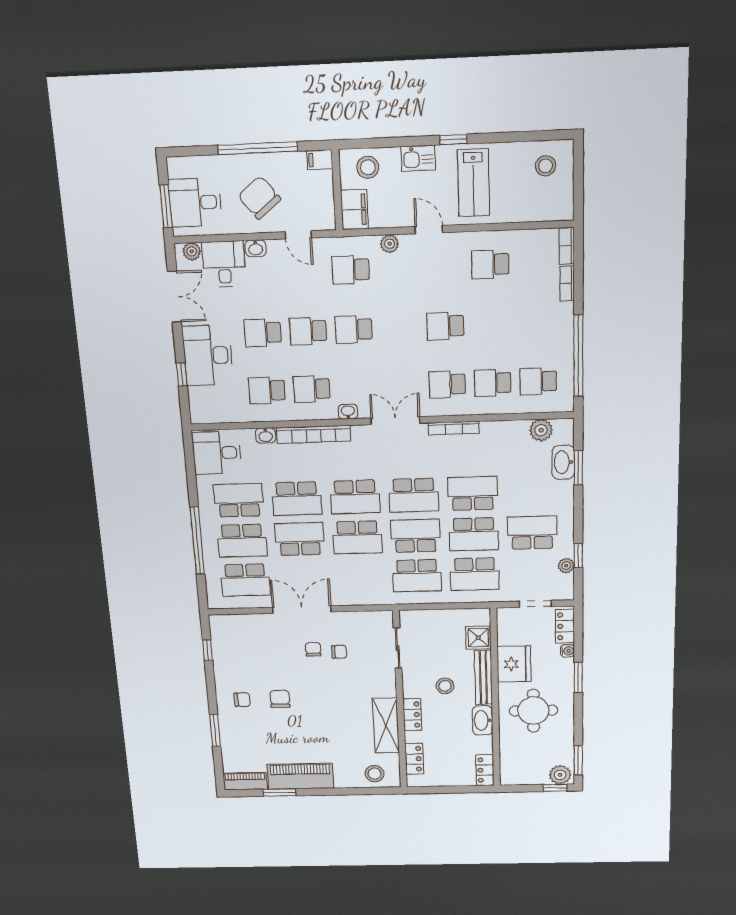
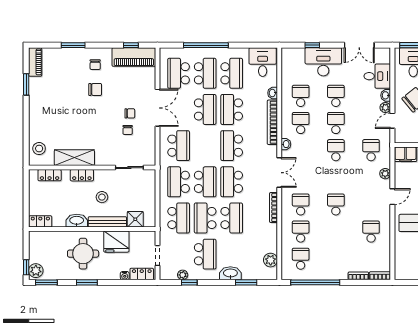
plant: (192, 251) -> (385, 107), moved
washbasin: (563, 462) -> (230, 273), moved
school desk: (357, 537) -> (179, 146), moved, turned 180
school desk: (242, 541) -> (205, 73), turned 180
school desk: (475, 574) -> (179, 218), turned 180
window: (578, 677) -> (87, 282), moved
piano: (300, 776) -> (134, 57), moved, turned 90

